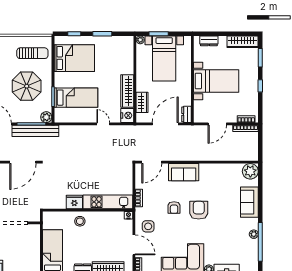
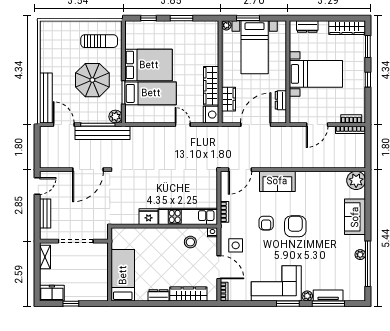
bed: (74, 58) -> (149, 65), moved
dresser: (186, 114) -> (281, 100), moved
stool: (80, 221) -> (190, 242), moved

